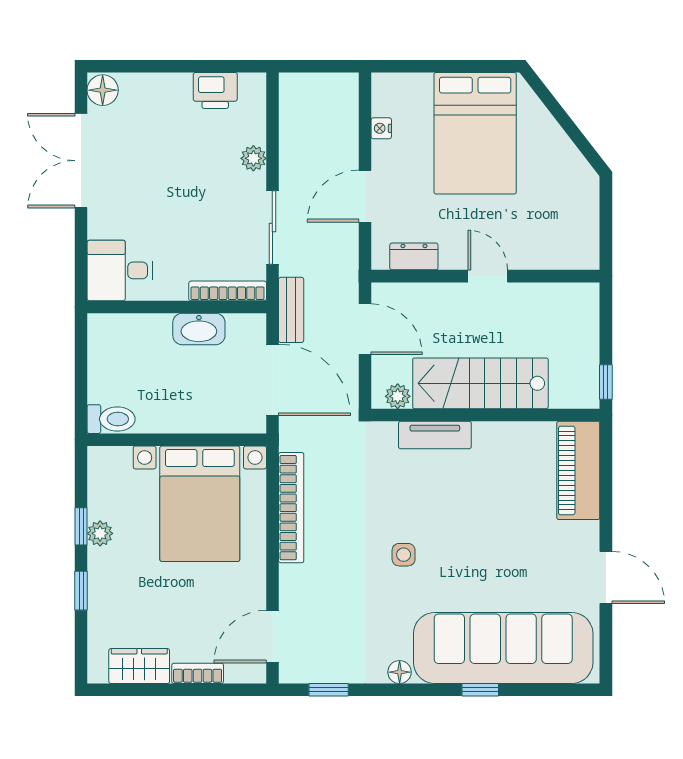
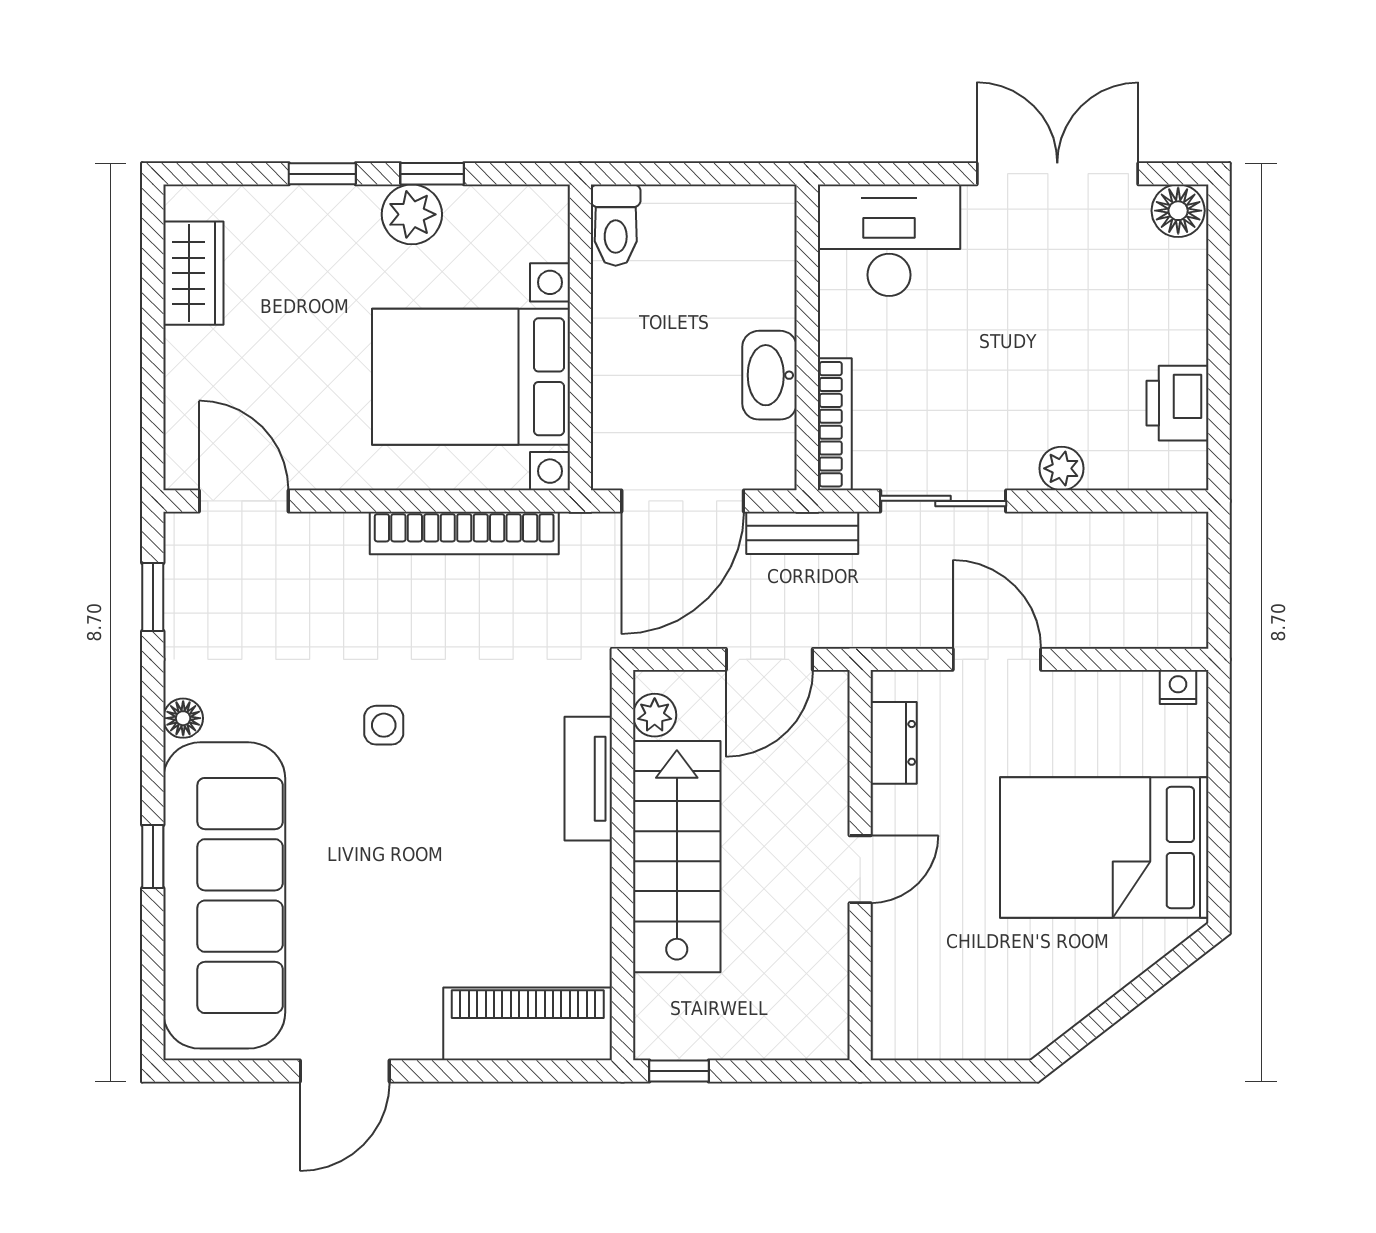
nightstand: (381, 128) -> (1178, 687), moved
desk: (120, 270) -> (889, 240), width x1.37
plant: (100, 533) -> (412, 214), width x1.38, depth x1.38
bookcase: (198, 673) -> (181, 373), removed

